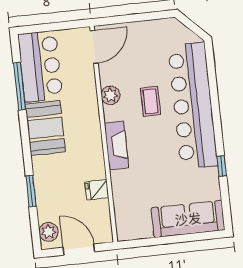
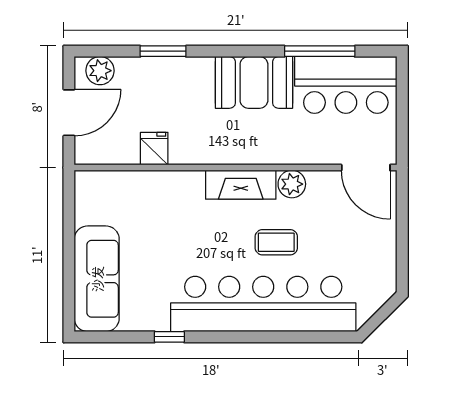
fireplace: (116, 145) -> (241, 185), moved

